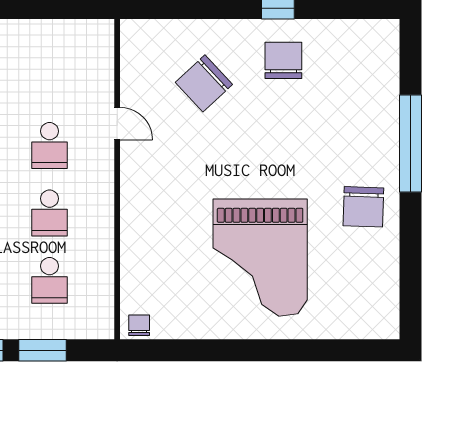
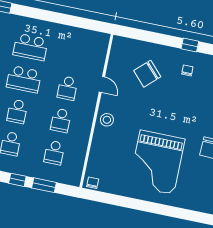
chair: (283, 60) -> (187, 70), width x0.54, depth x0.54
stool: (142, 193) -> (107, 120), added

